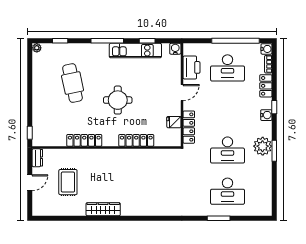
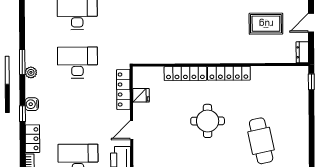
locker: (84, 140) -> (229, 73), moved
plant: (263, 146) -> (31, 72), width x0.53, depth x0.53
rug: (68, 182) -> (266, 24), turned 90

